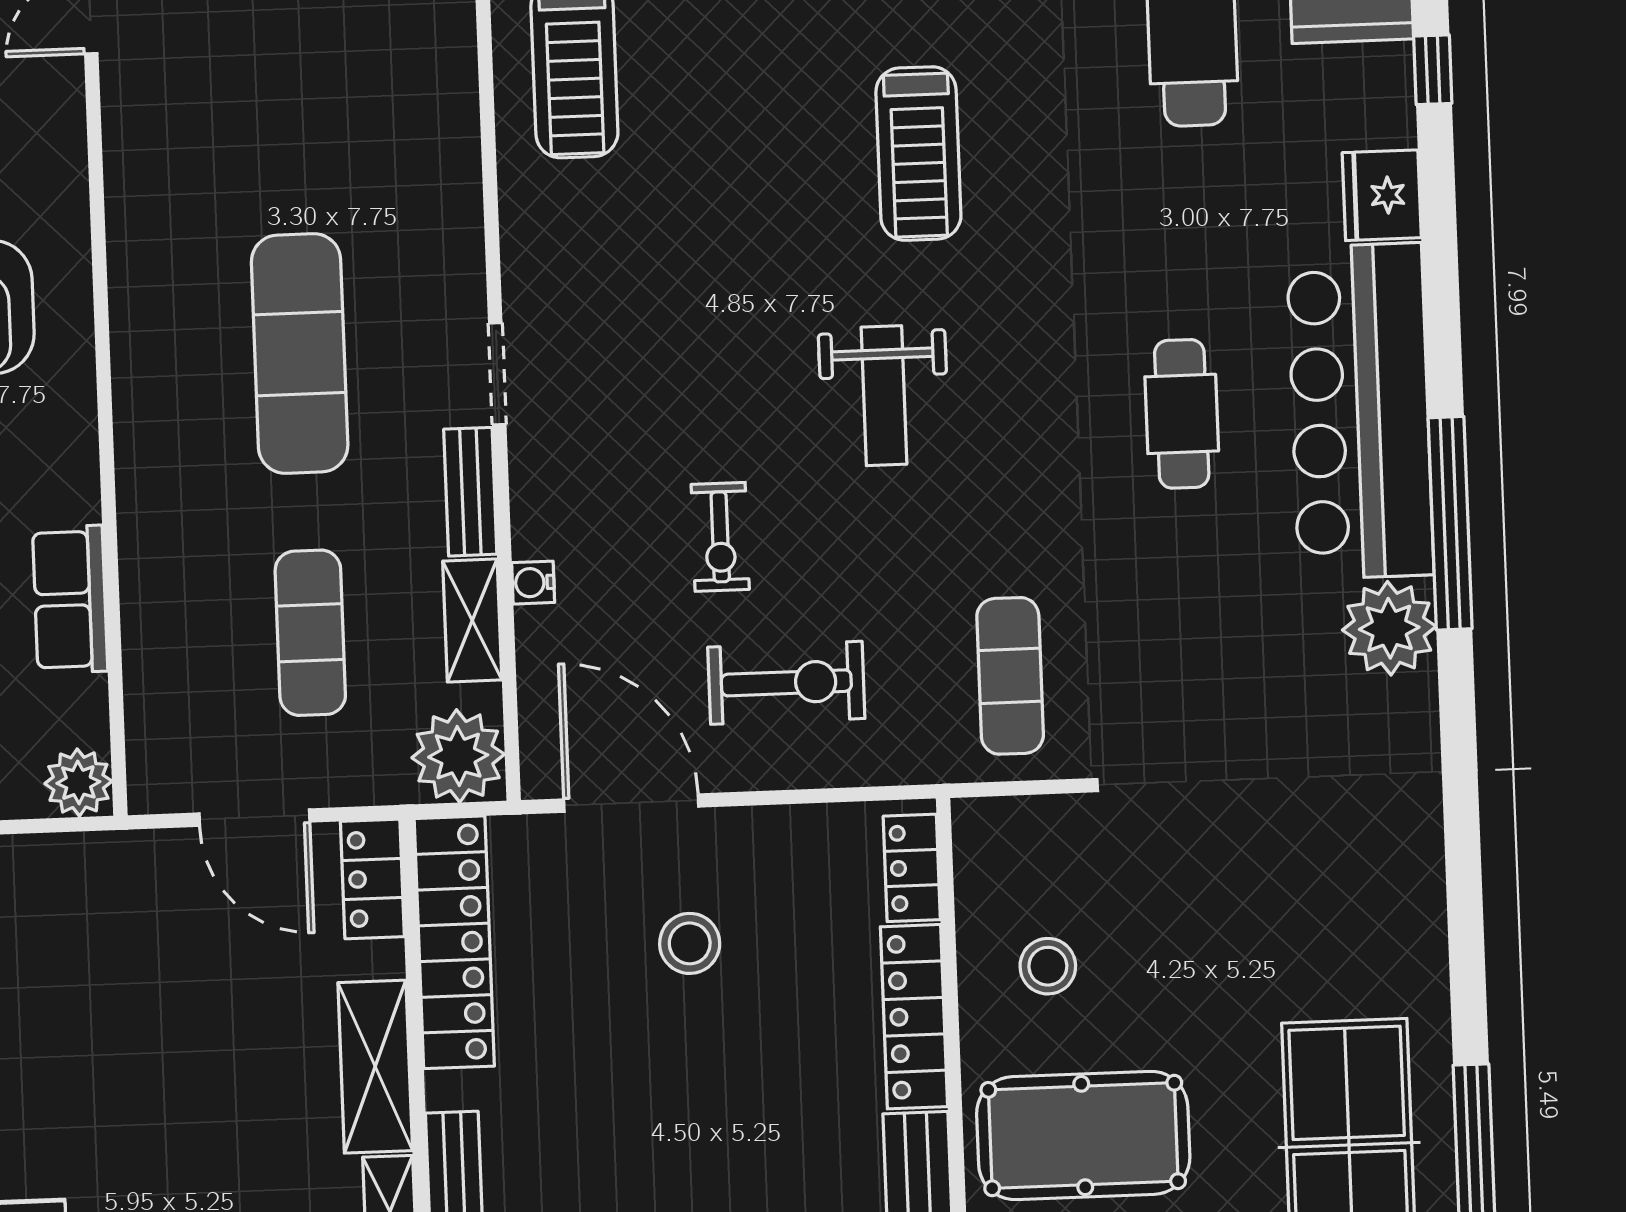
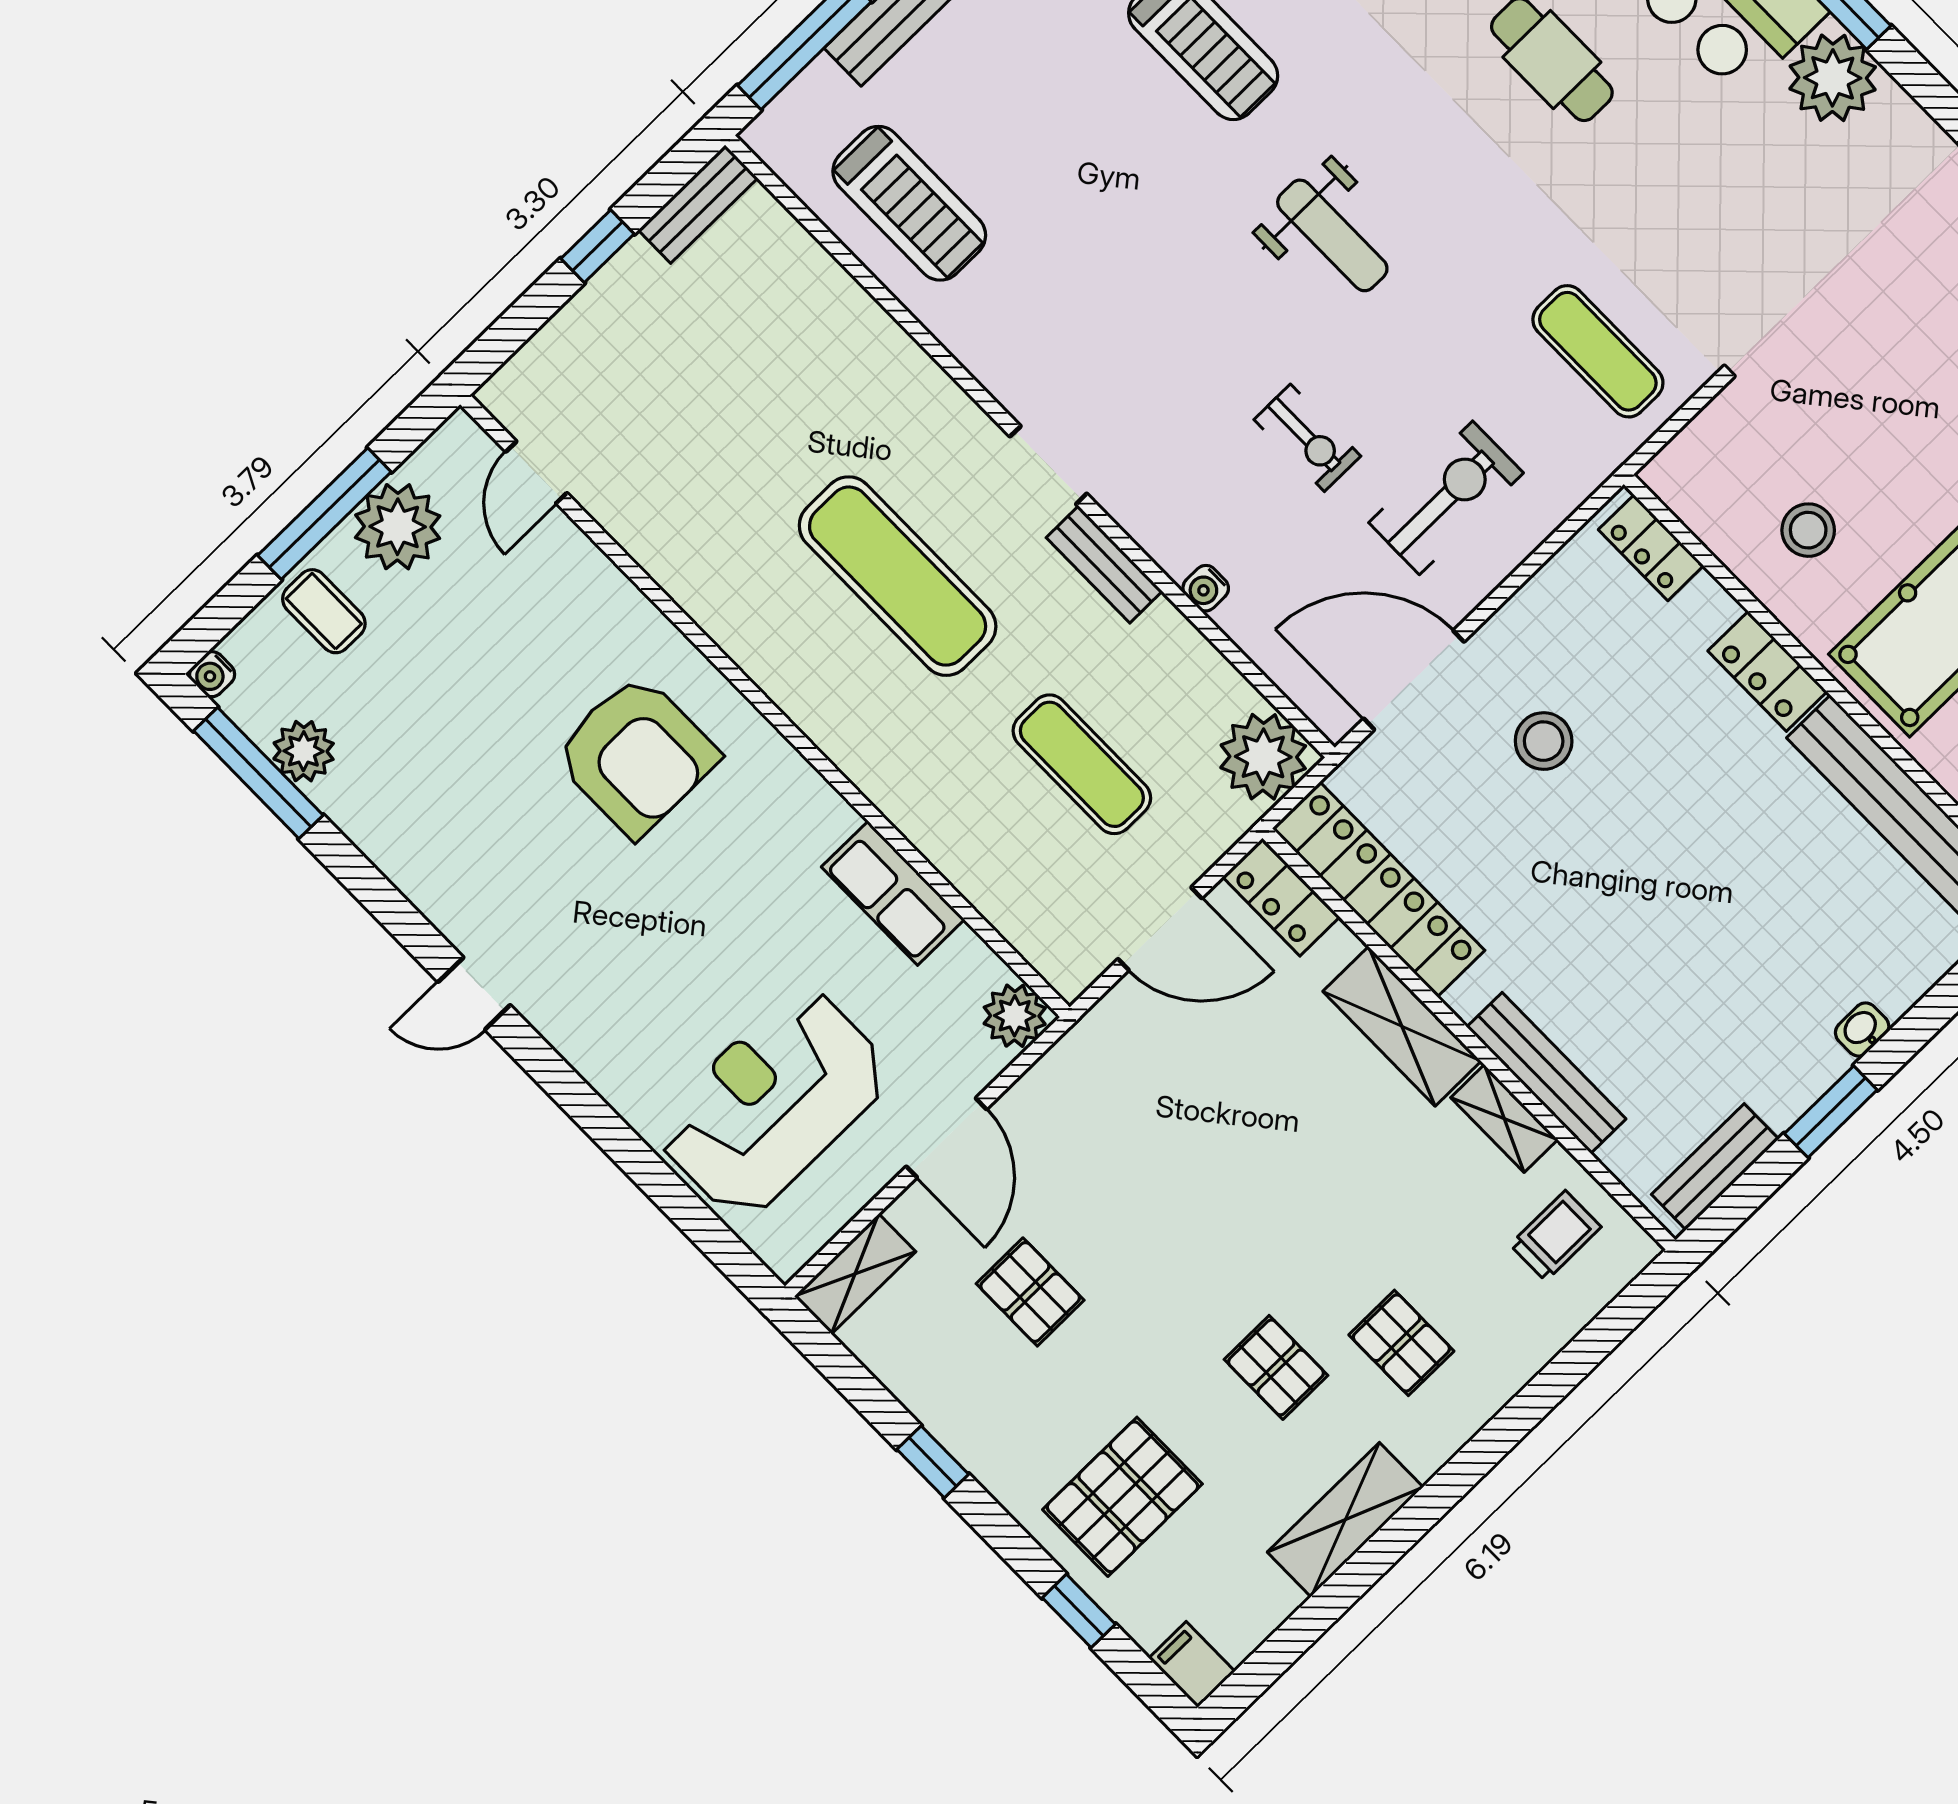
shelving: (472, 620) -> (1187, 653), removed
locker: (914, 1017) -> (1767, 671), width x0.66

